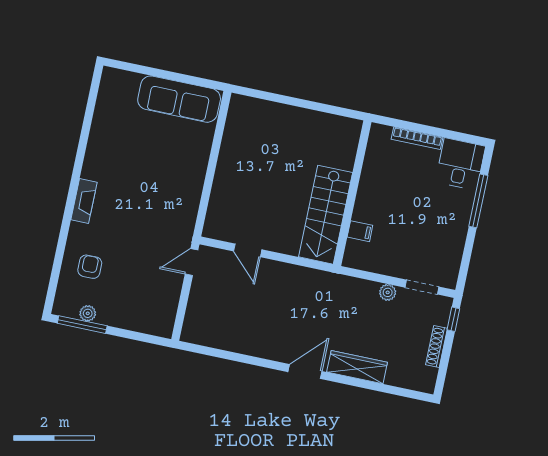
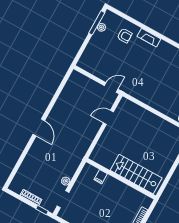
fireplace: (84, 201) -> (149, 38), moved
stairs: (326, 215) -> (136, 174), moved
door: (192, 262) -> (111, 87), hinge flipped
wardrobe: (357, 367) -> (33, 154), removed

